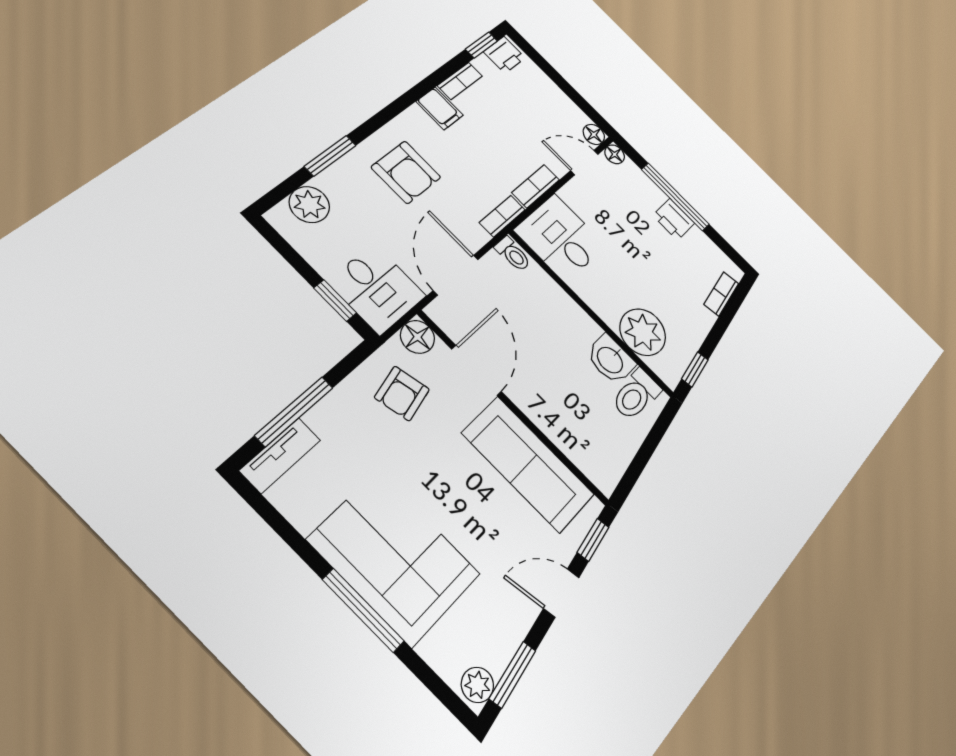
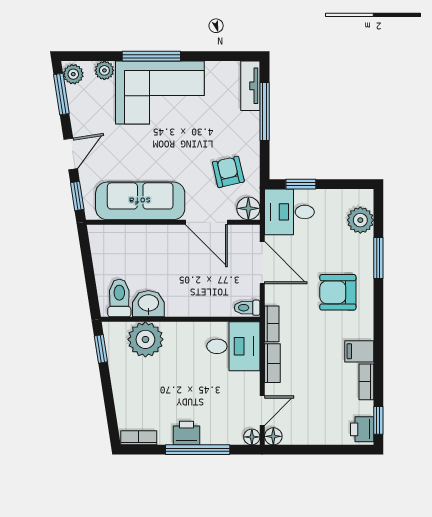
bookcase: (721, 294) -> (139, 438), moved, turned -81
plant: (436, 651) -> (104, 70), added

